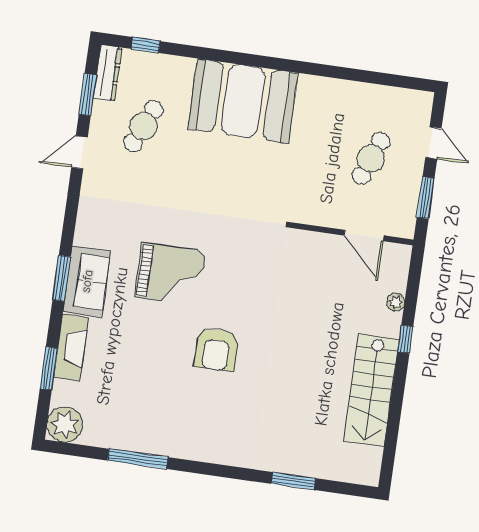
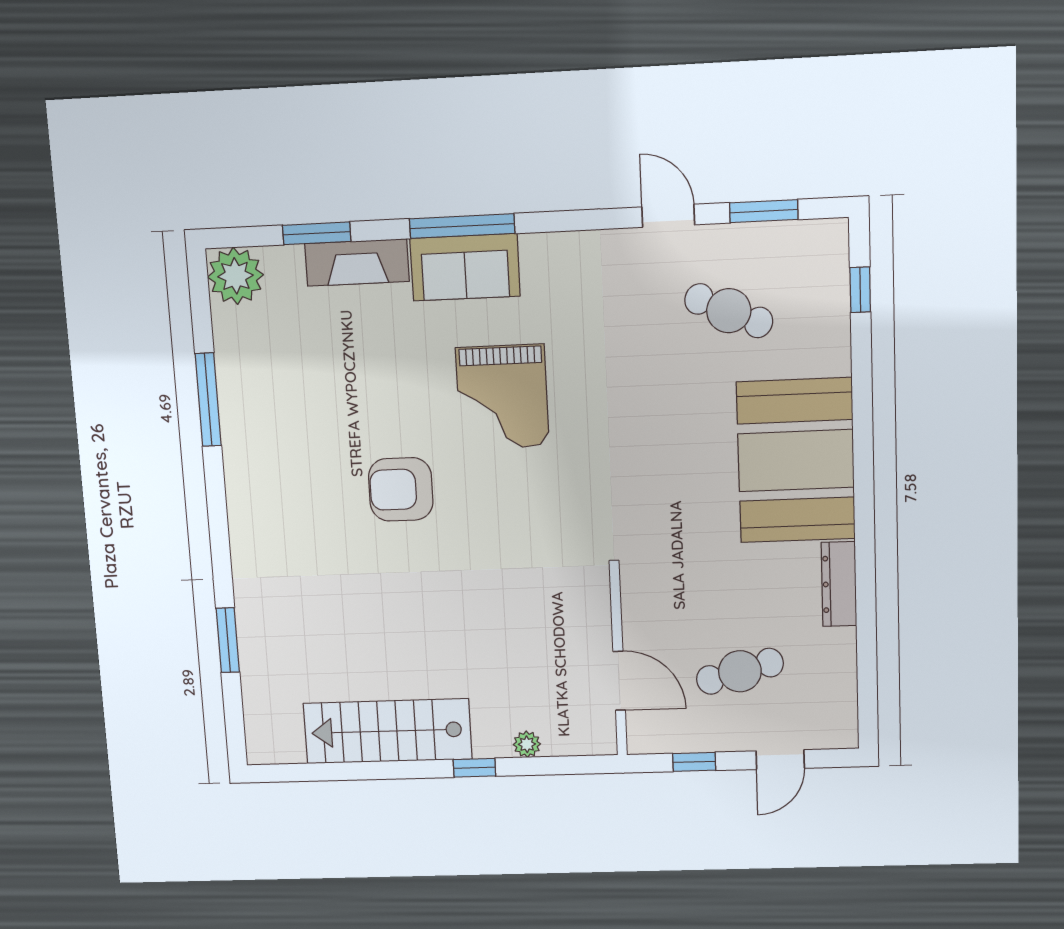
dresser: (108, 73) -> (839, 584), moved, turned 90
cafe table: (371, 158) -> (740, 671), turned -36
window: (426, 198) -> (694, 762), width x0.67
door: (364, 236) -> (619, 681), swing flipped
window: (62, 278) -> (462, 226), width x1.44

